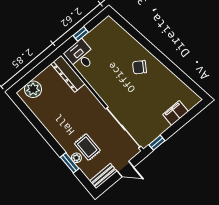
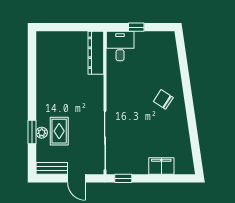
plant: (33, 89) -> (54, 41), removed

